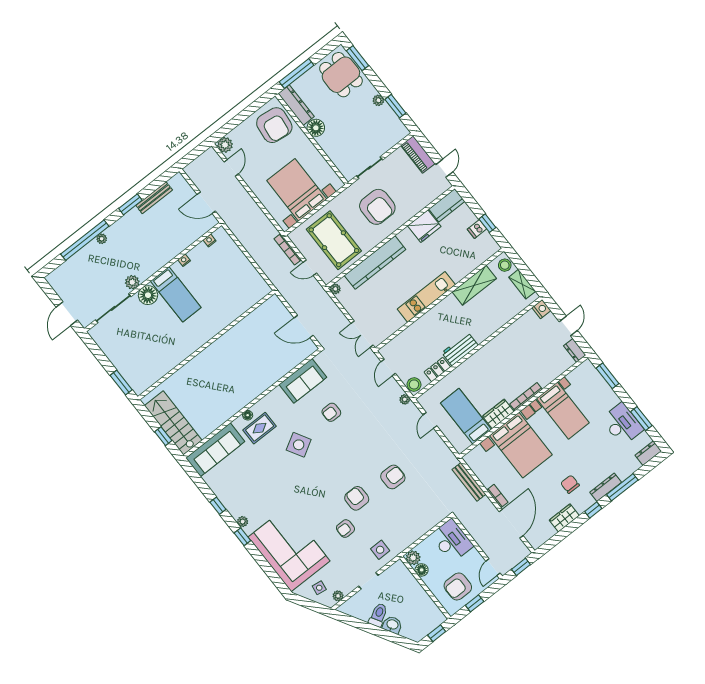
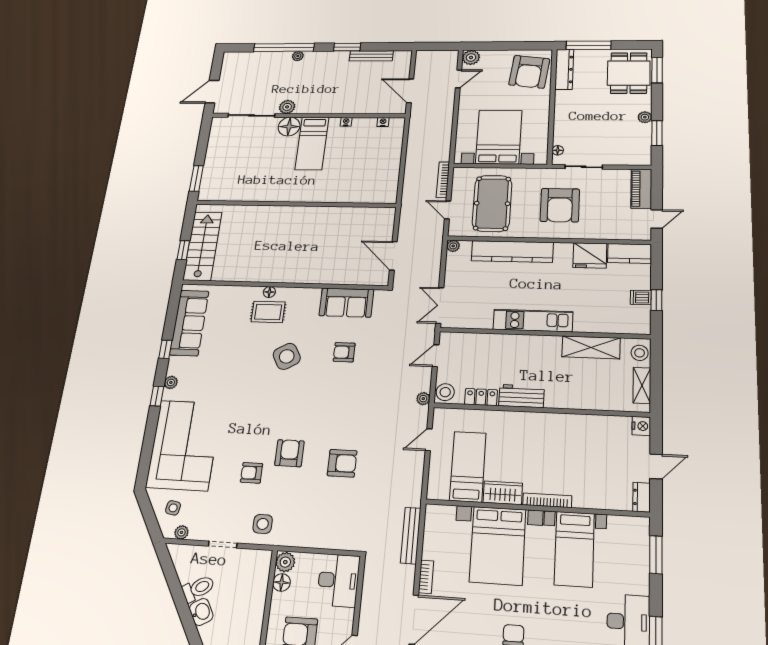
floor lamp: (316, 128) -> (558, 150), moved, width x0.53, depth x0.53
sofa: (215, 450) -> (189, 323), moved, turned -90

